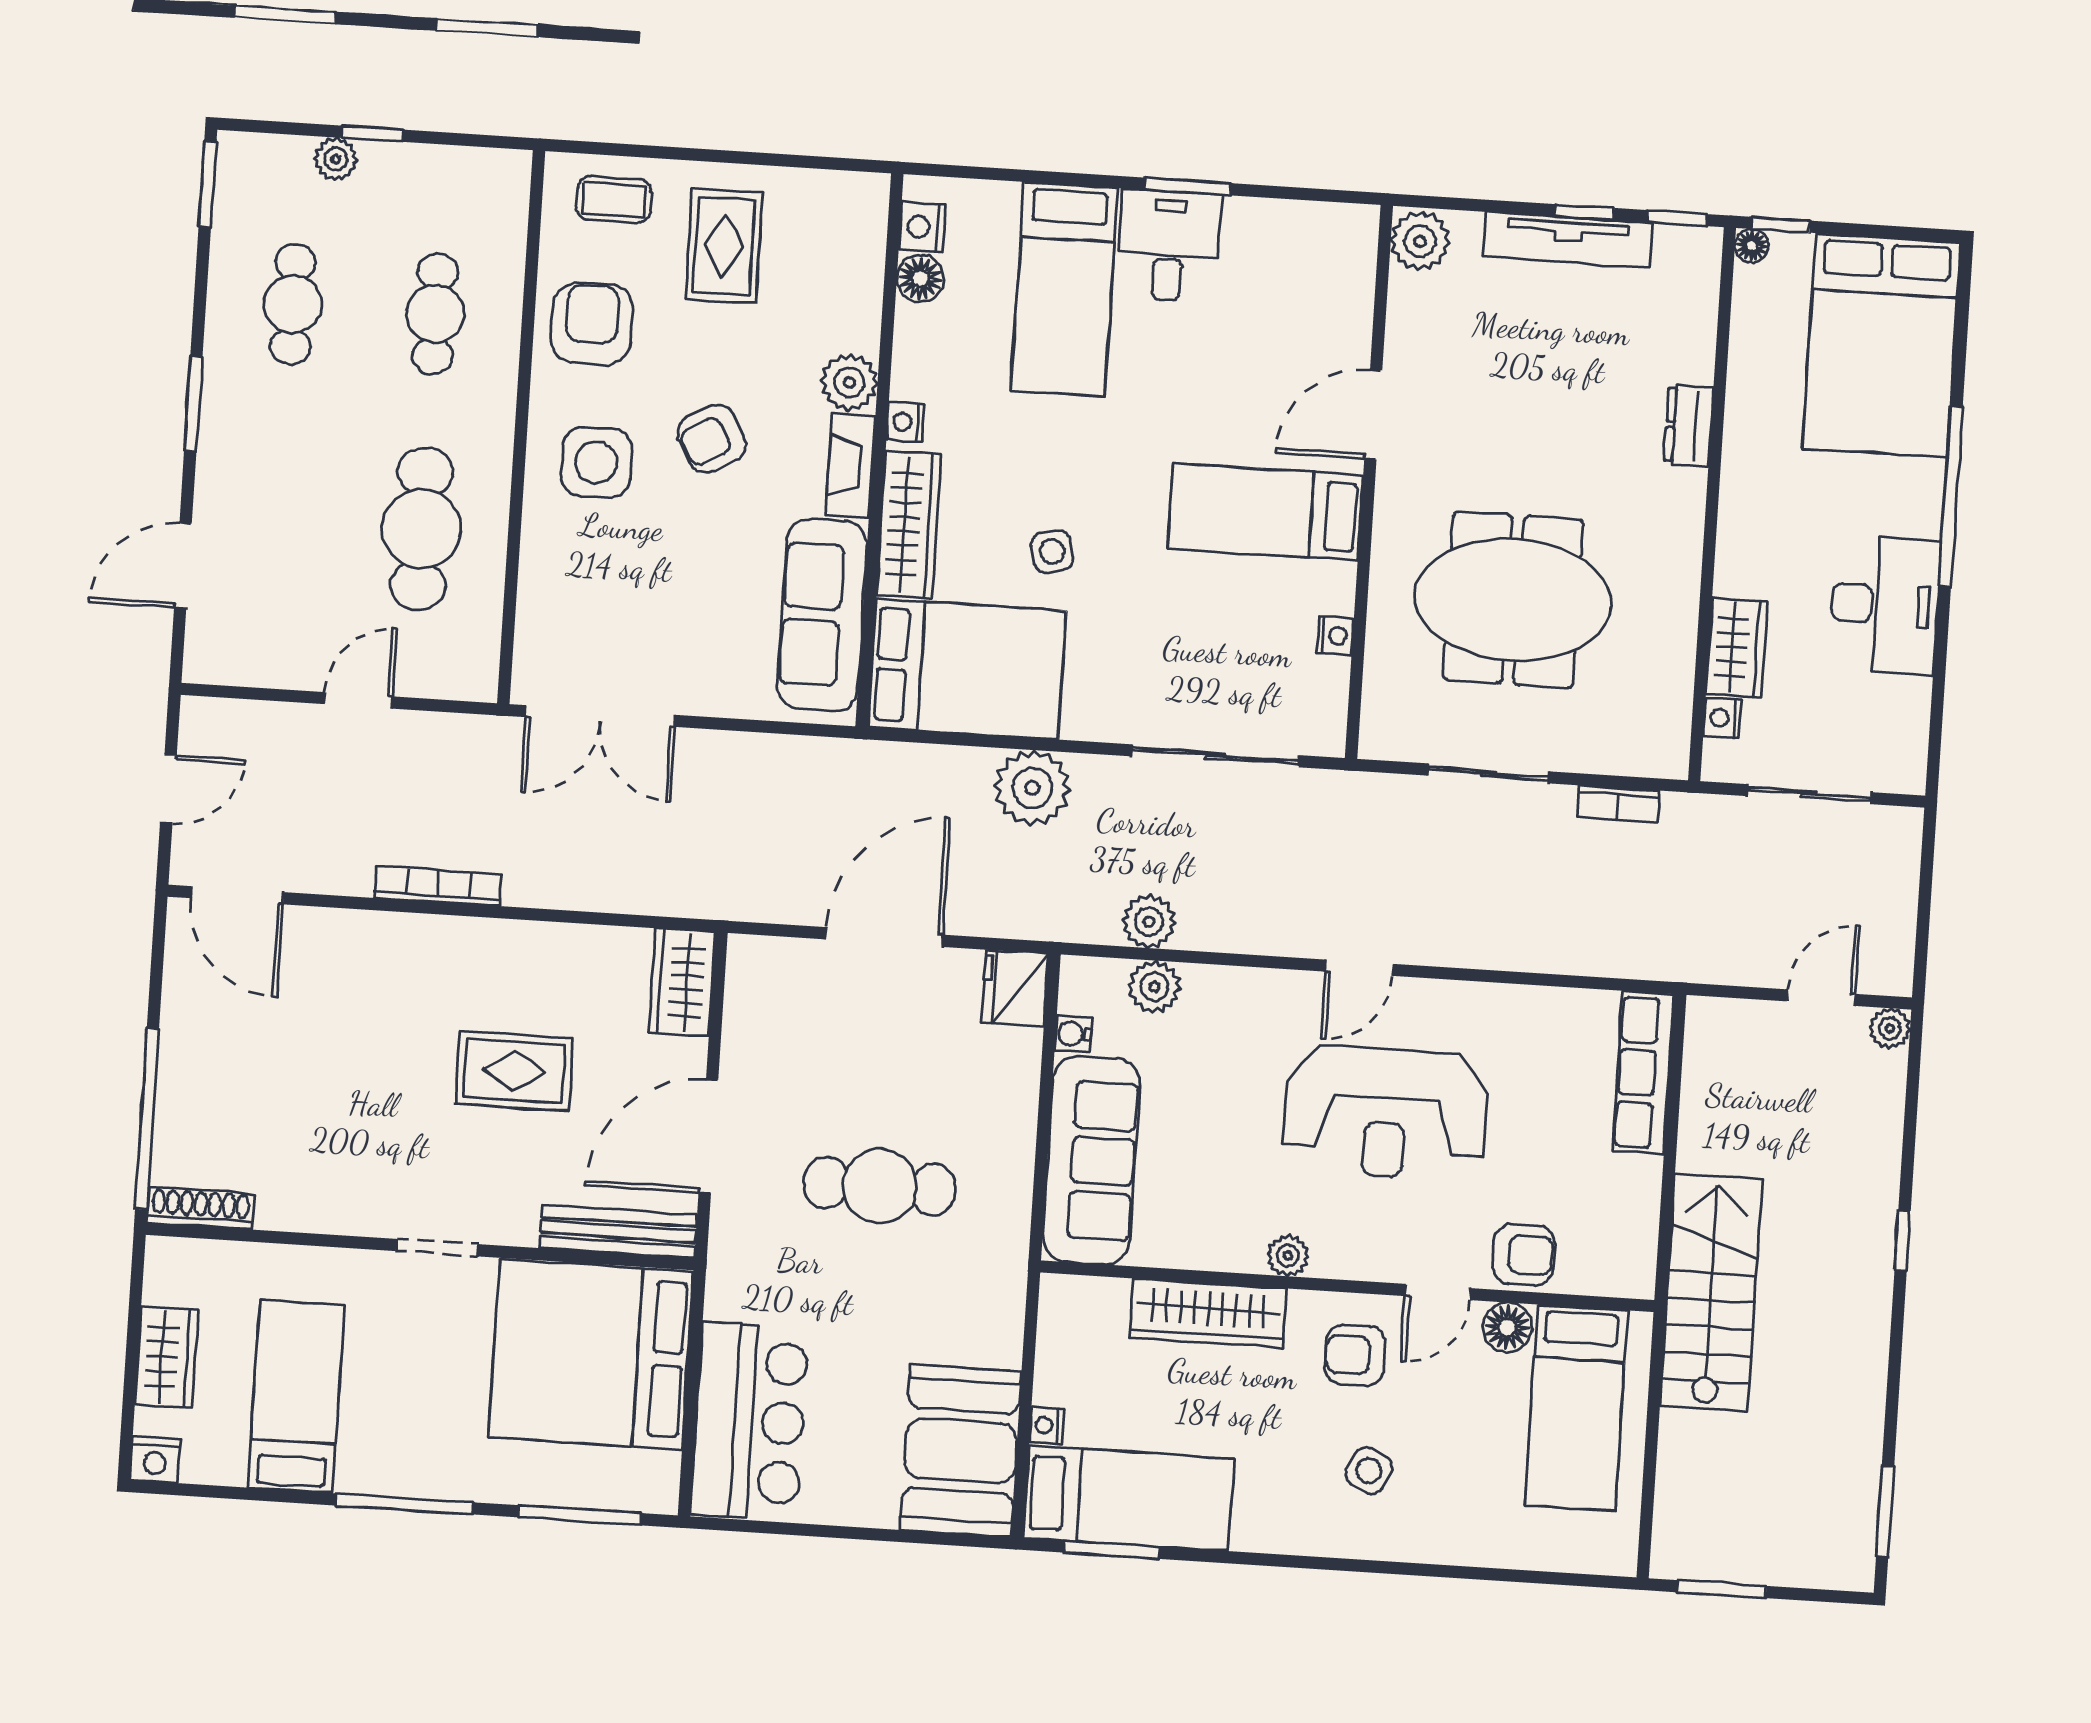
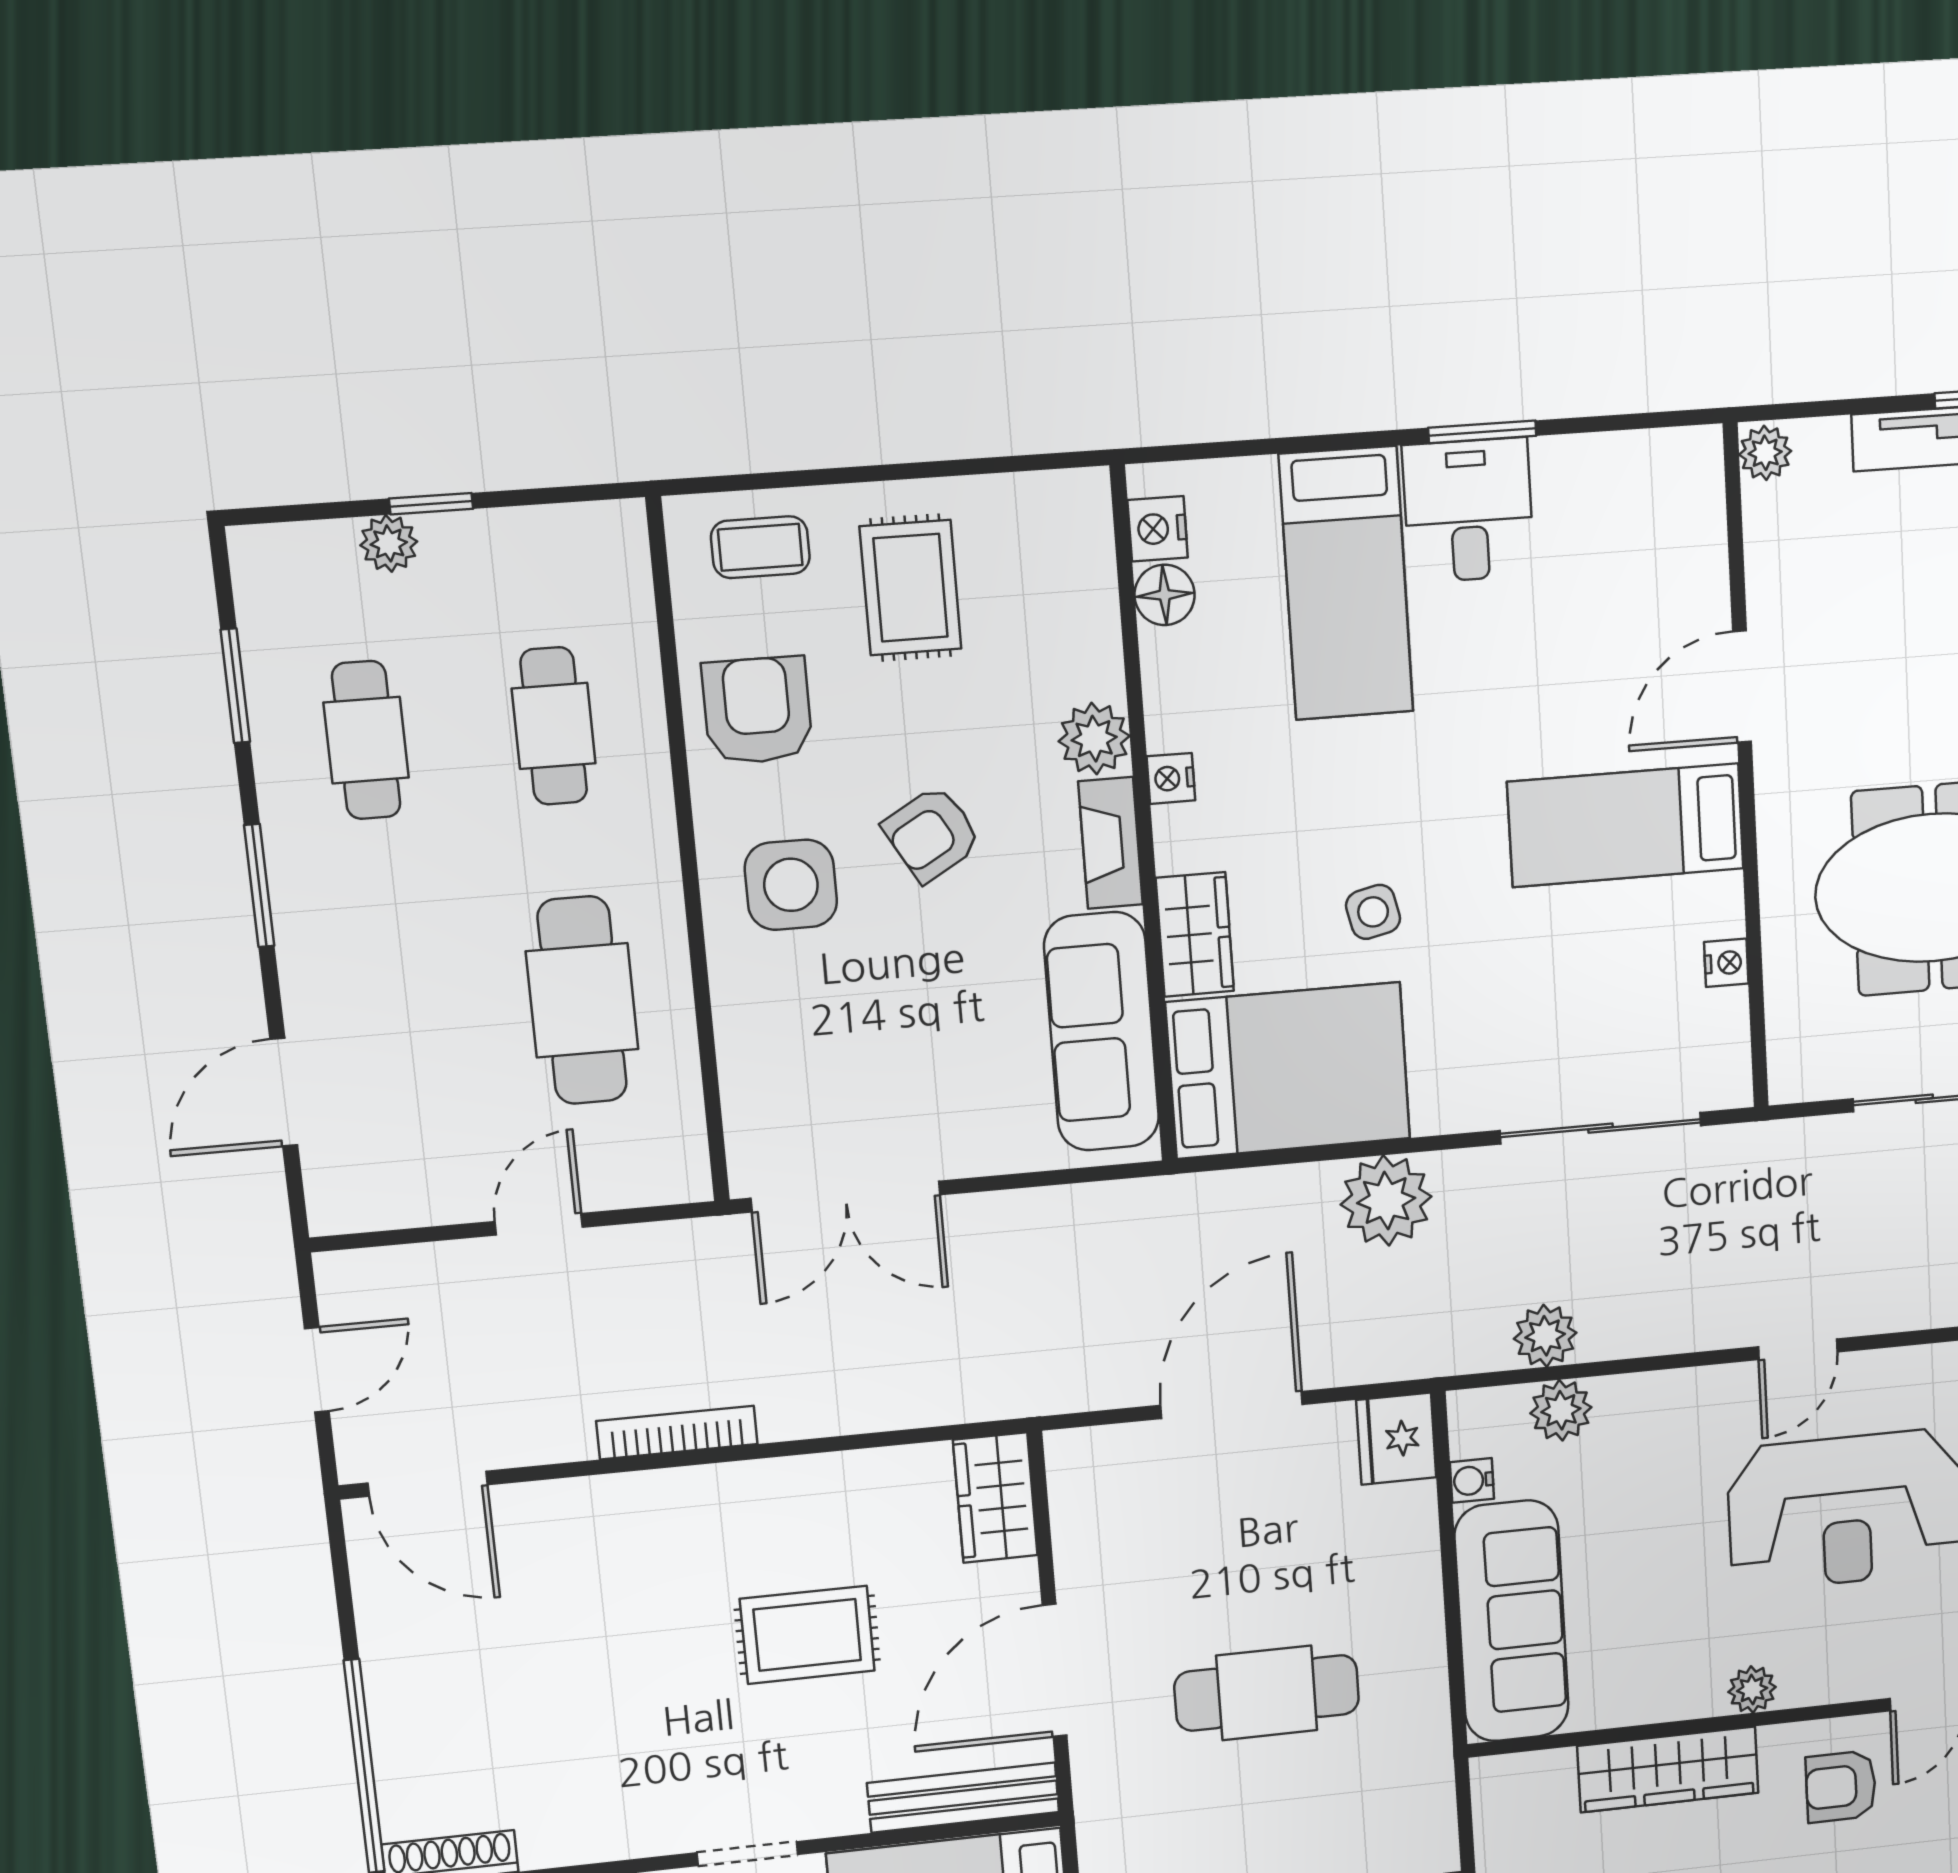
window: (208, 184) -> (235, 686), moved
plant: (1420, 241) -> (1765, 453), width x0.73, depth x0.73
wardrobe: (909, 524) -> (1195, 934), width x0.67

